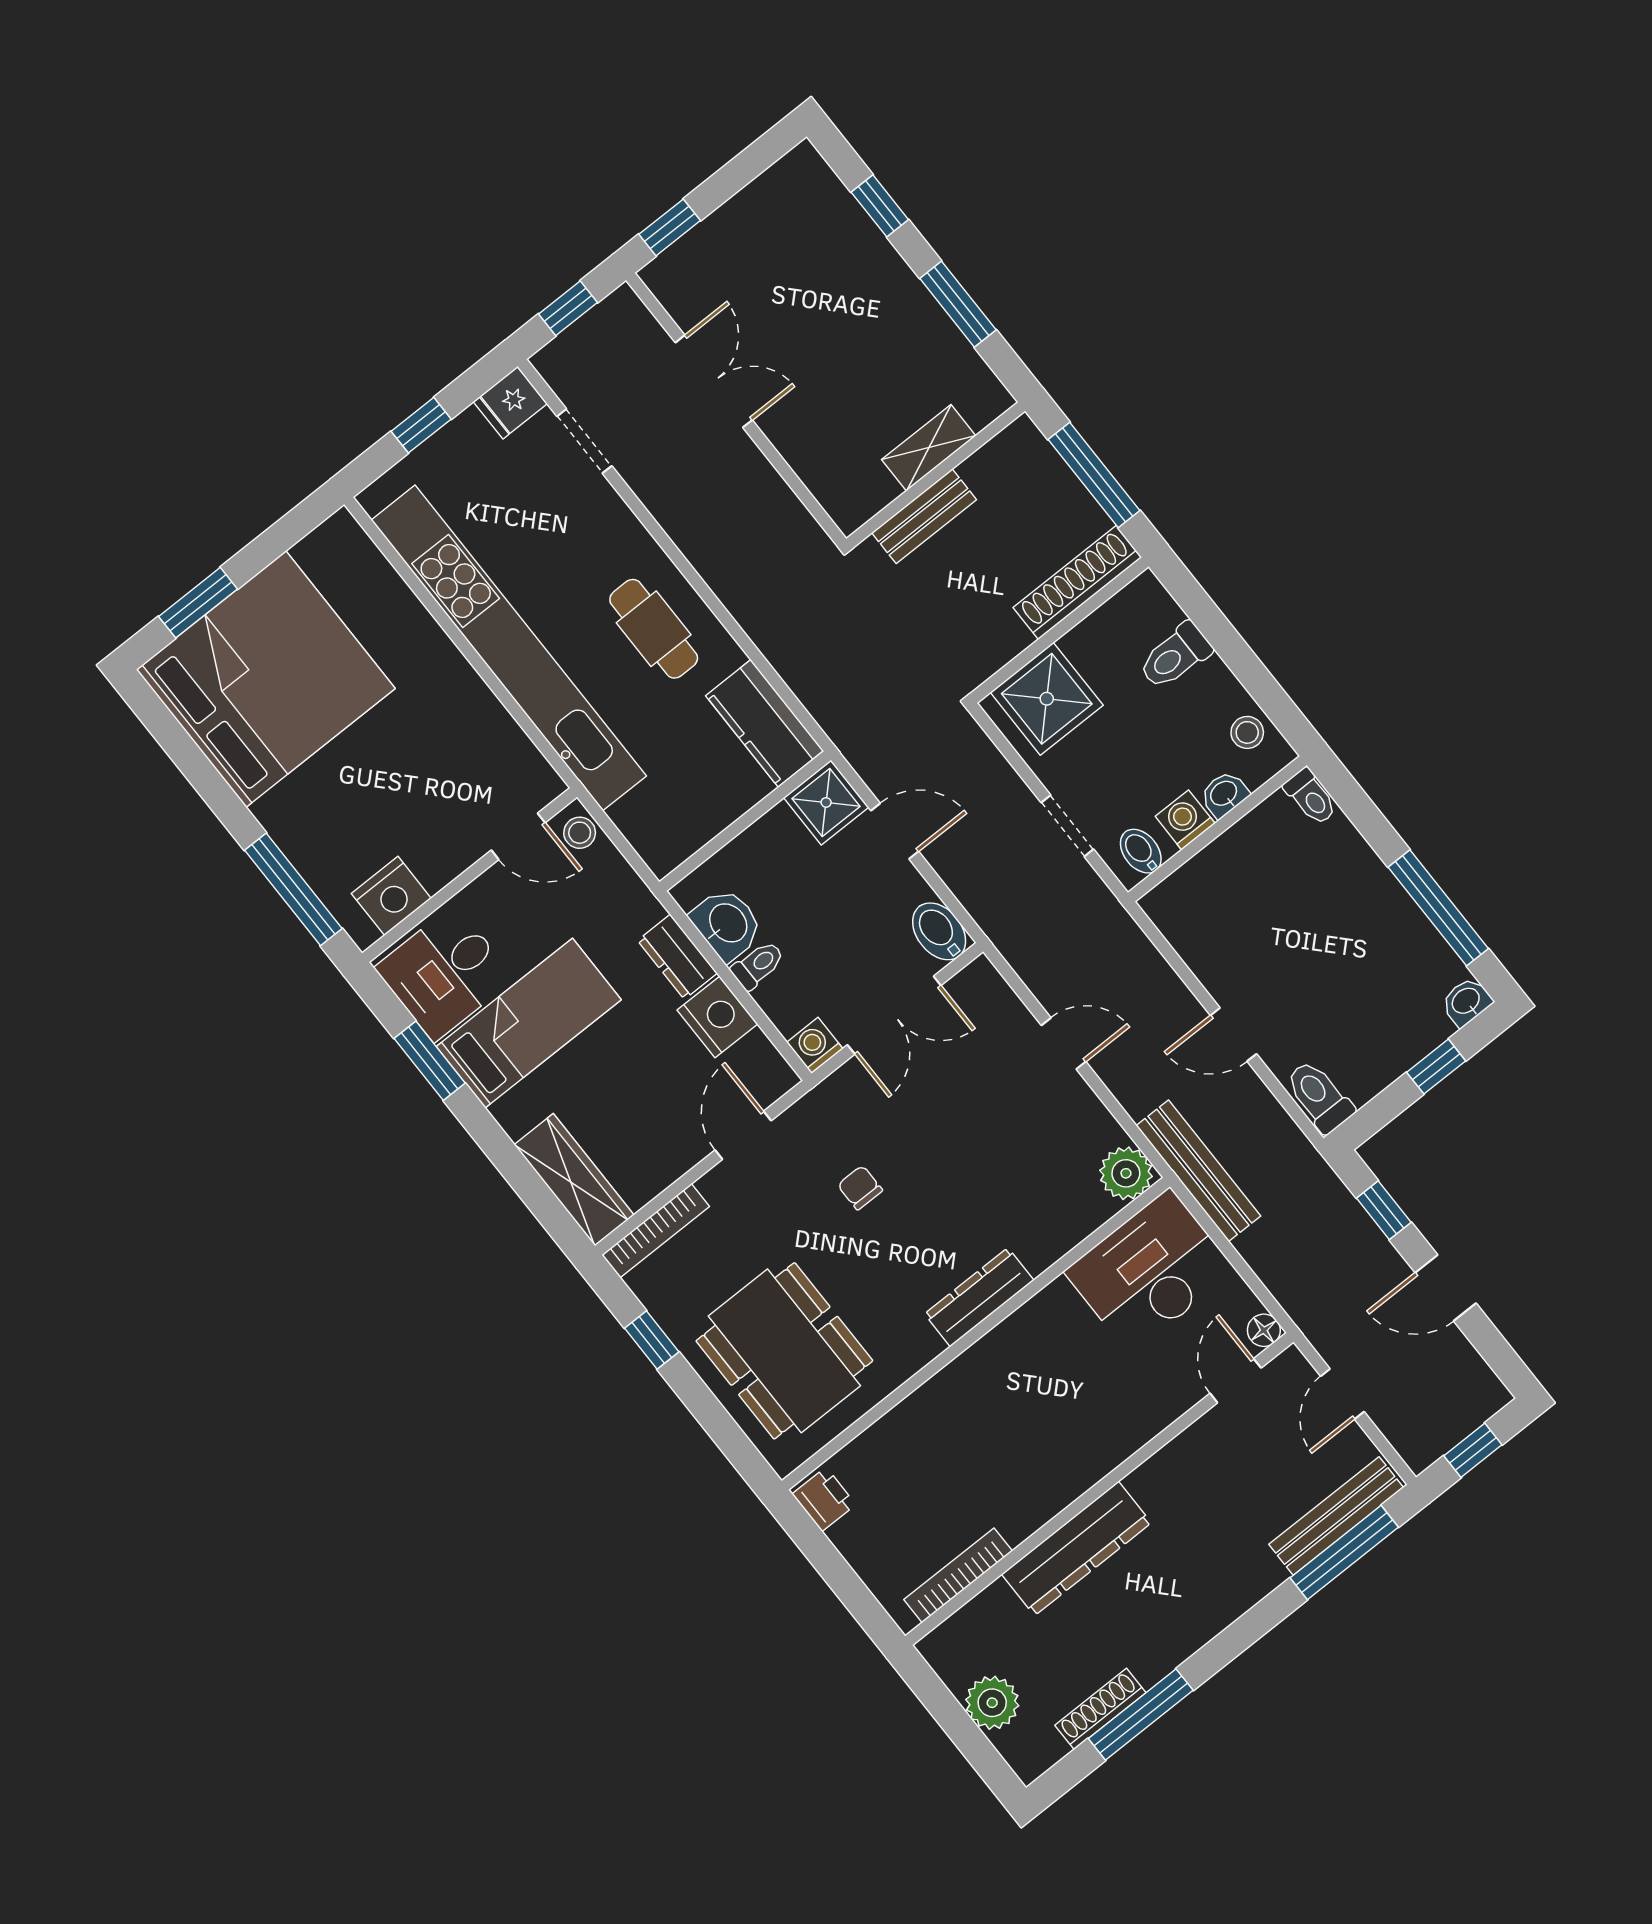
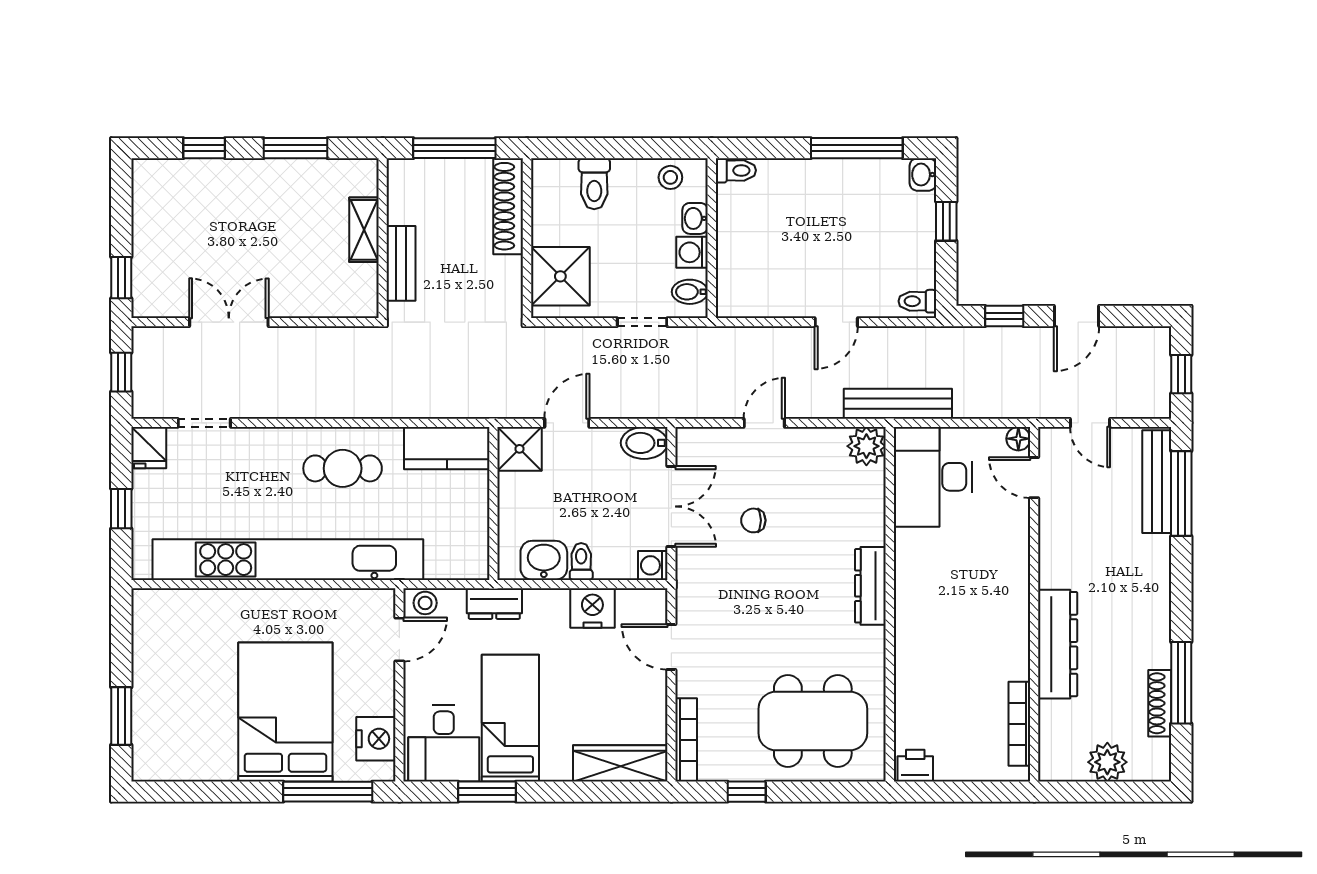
bed: (266, 679) -> (285, 712), moved, width x0.73
dresser: (677, 957) -> (494, 604), moved
toilet: (1319, 1096) -> (917, 301), width x0.73, depth x0.72
chair: (860, 1188) -> (753, 520), moved

